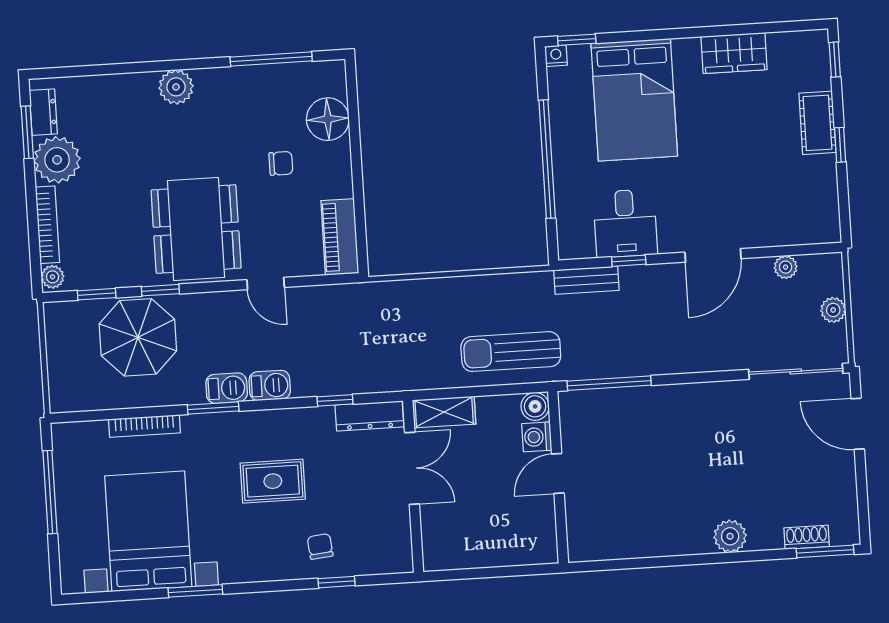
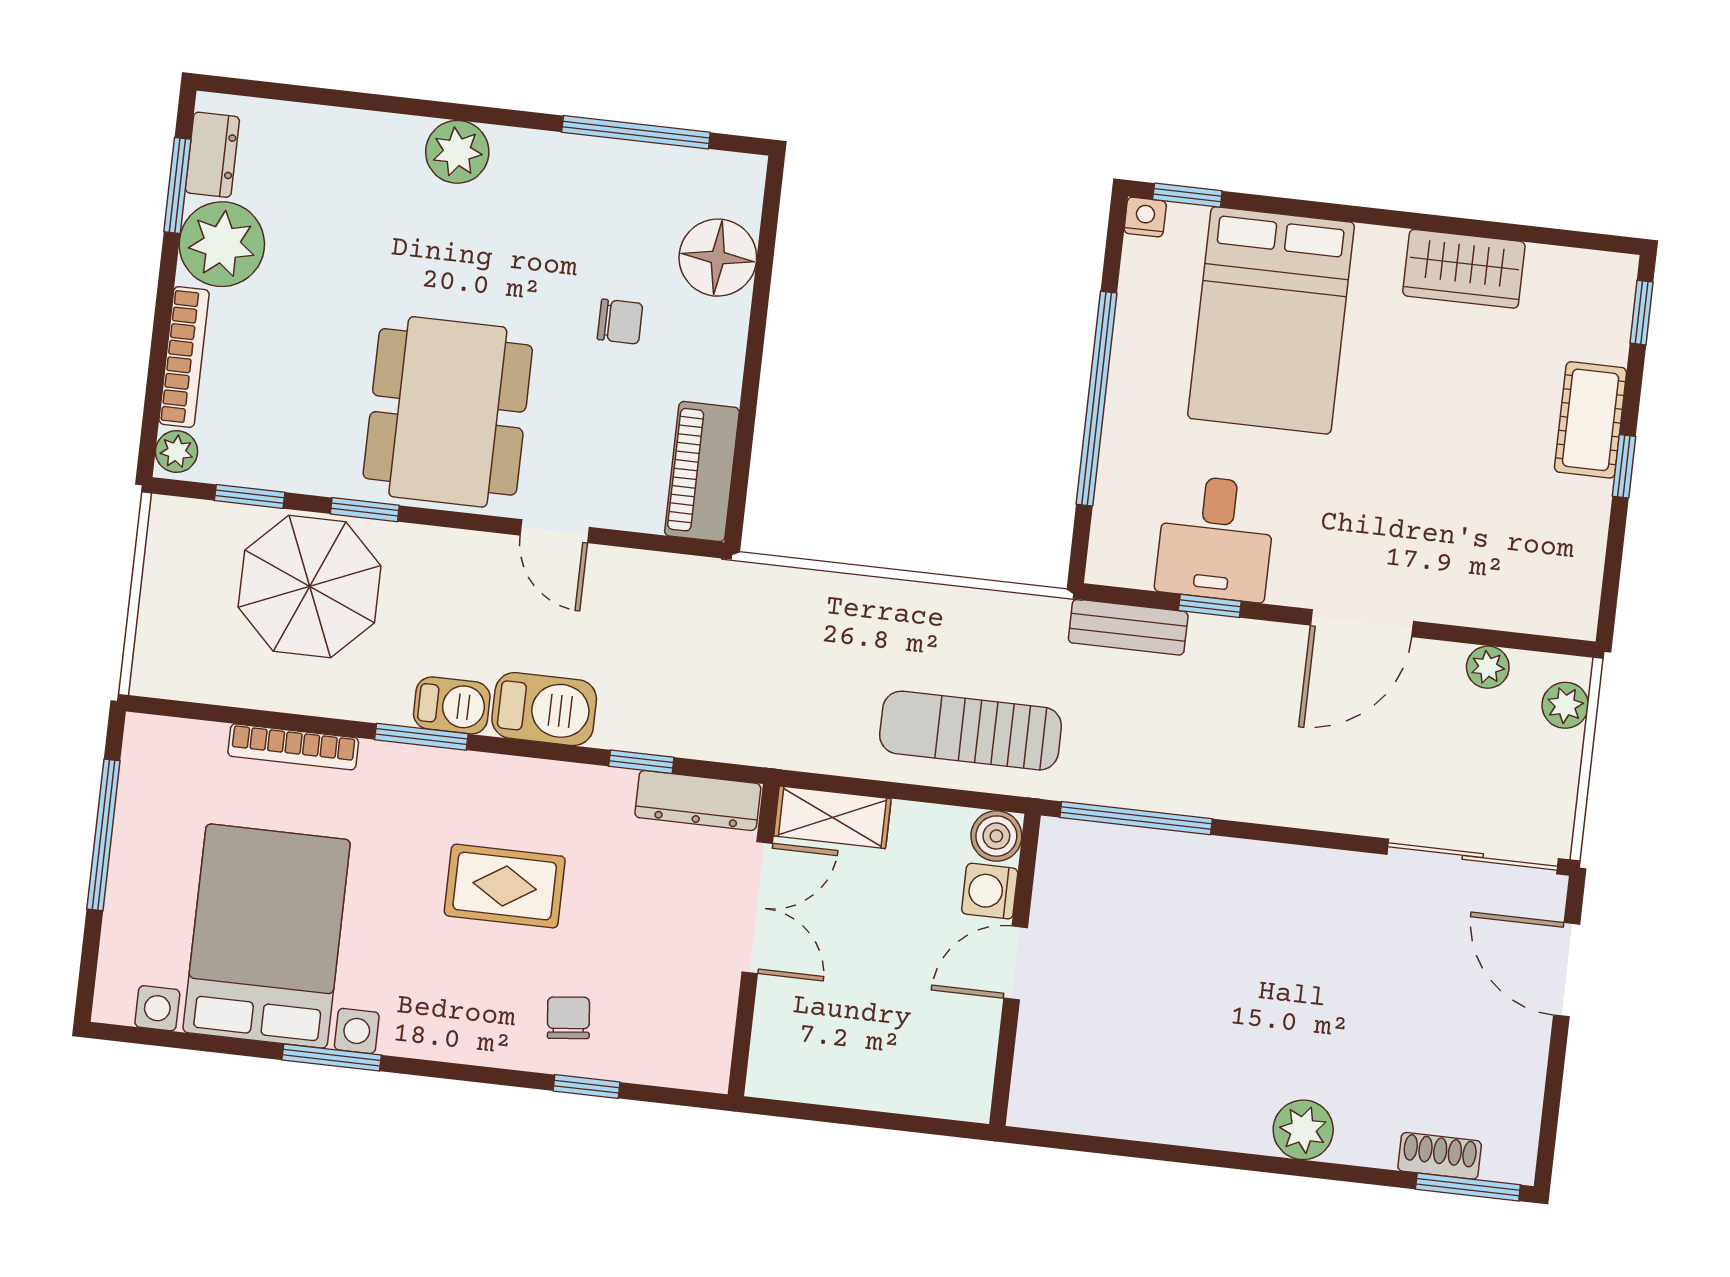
plant: (833, 310) -> (1565, 705), moved
barbecue: (270, 385) -> (544, 709), width x1.38, depth x1.27

